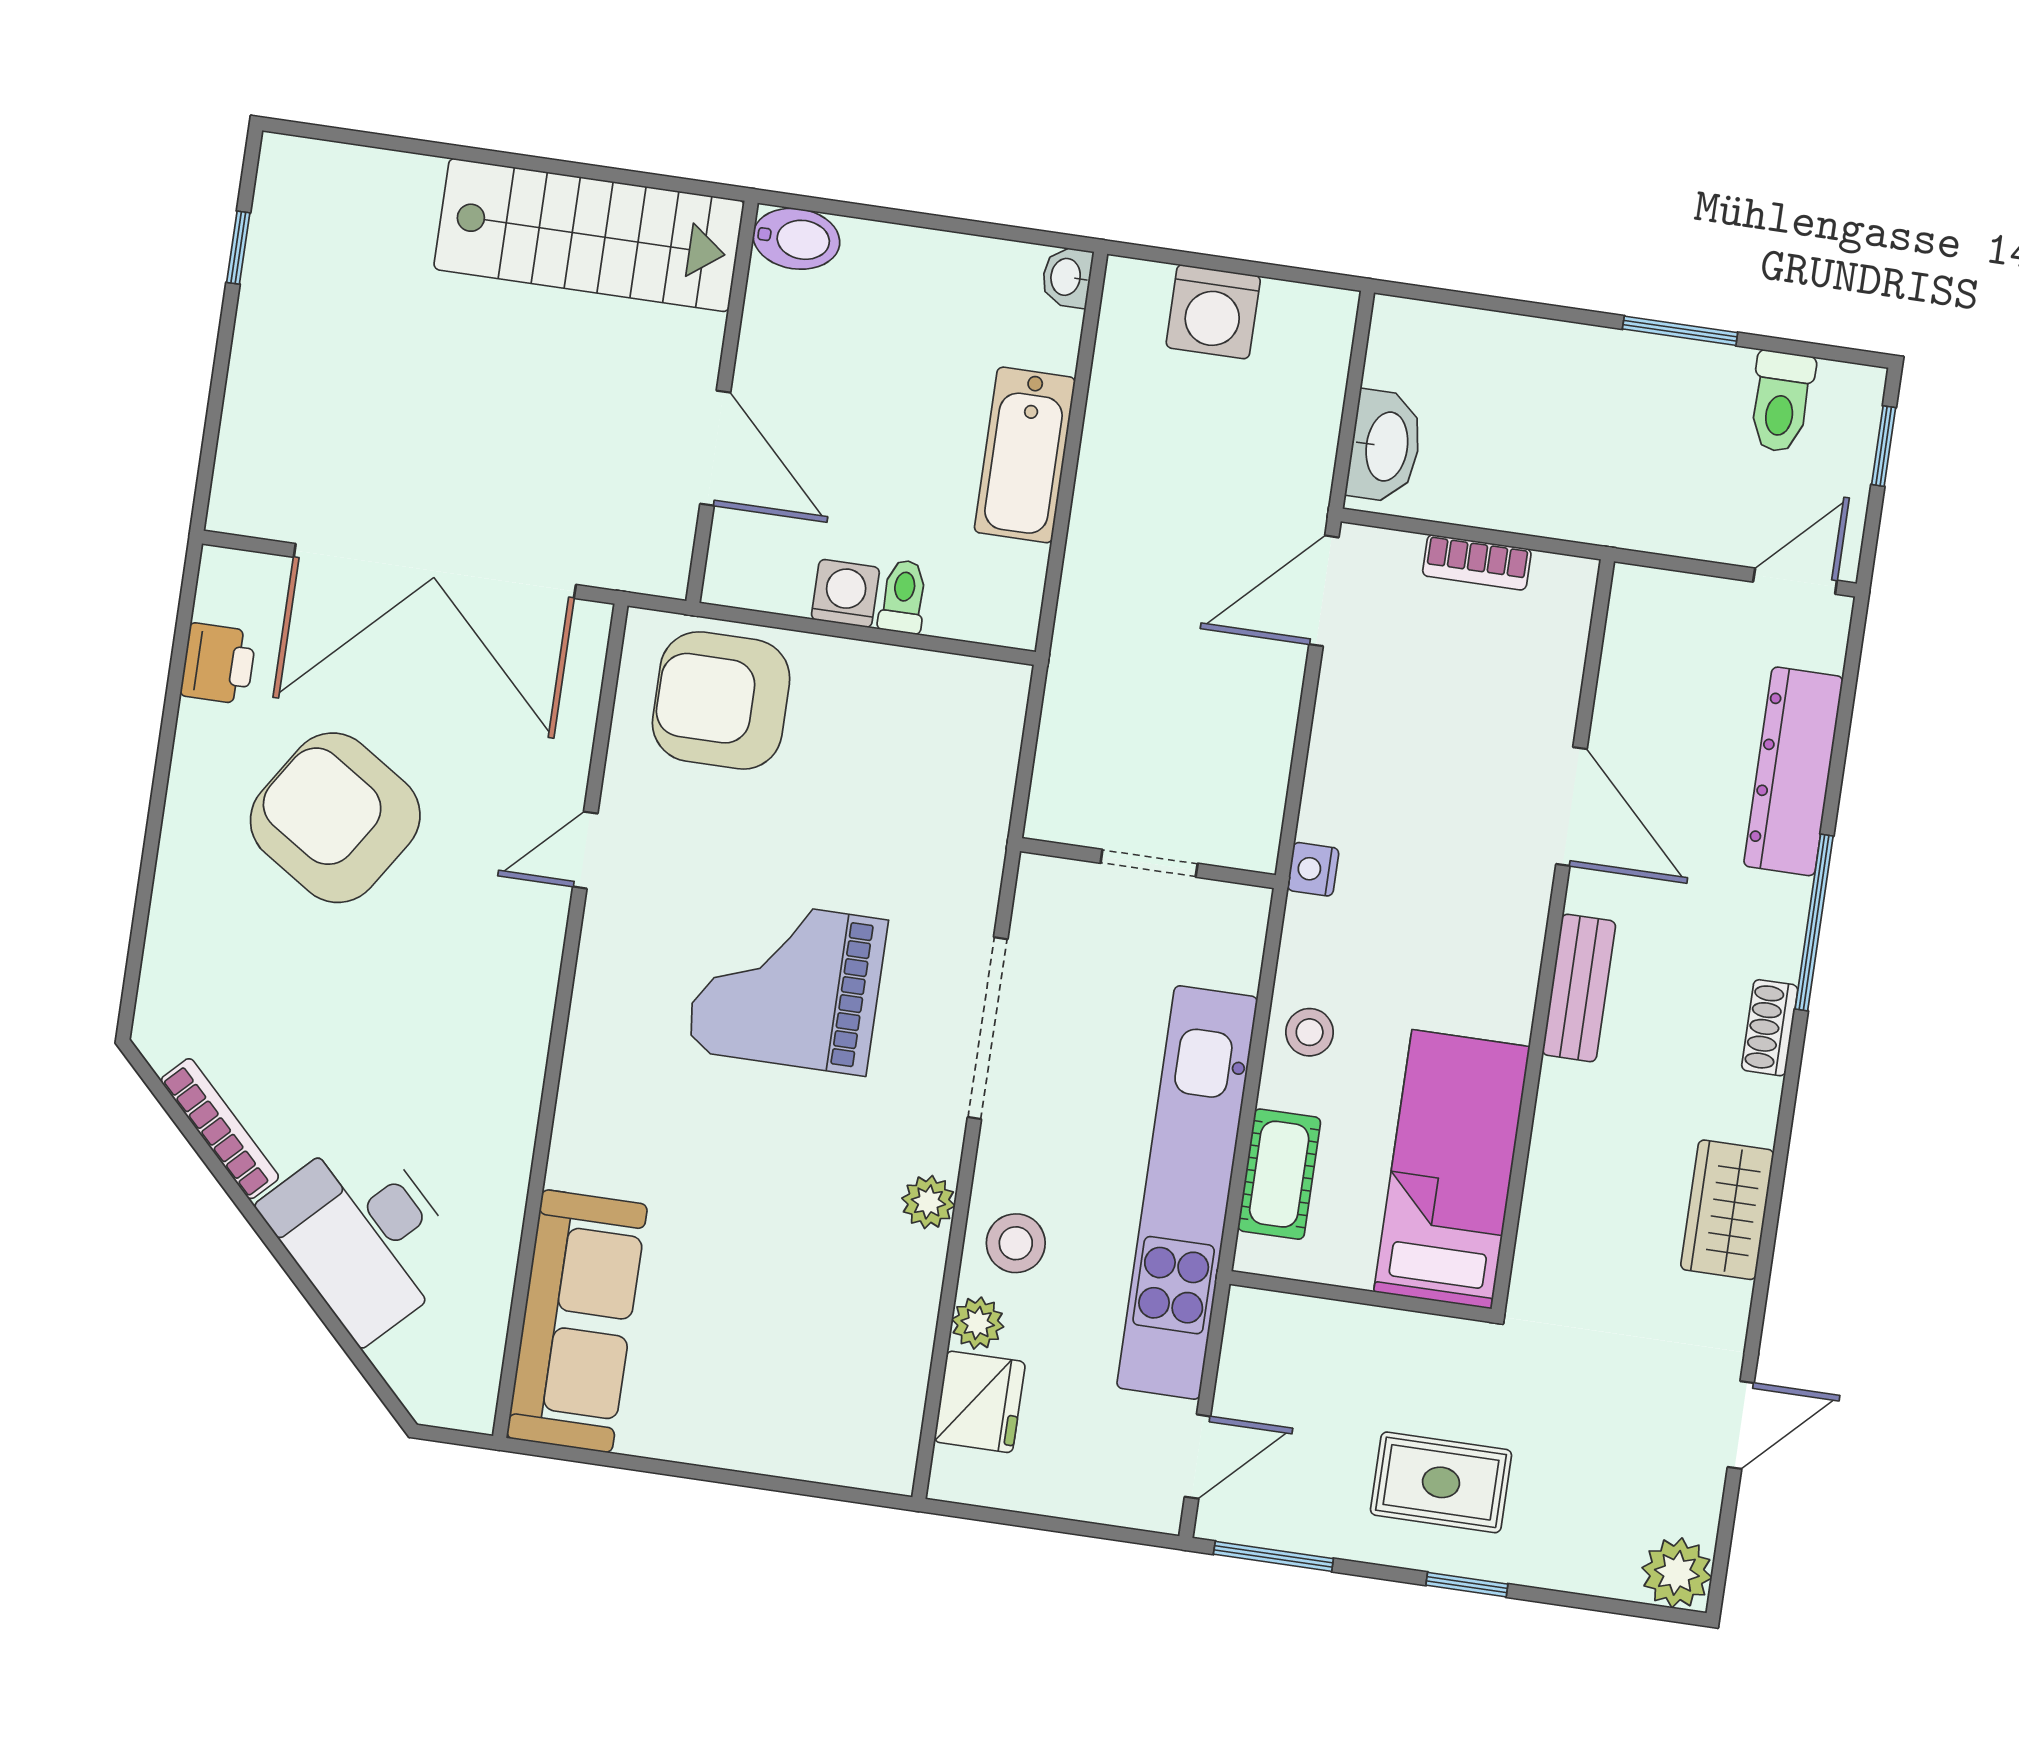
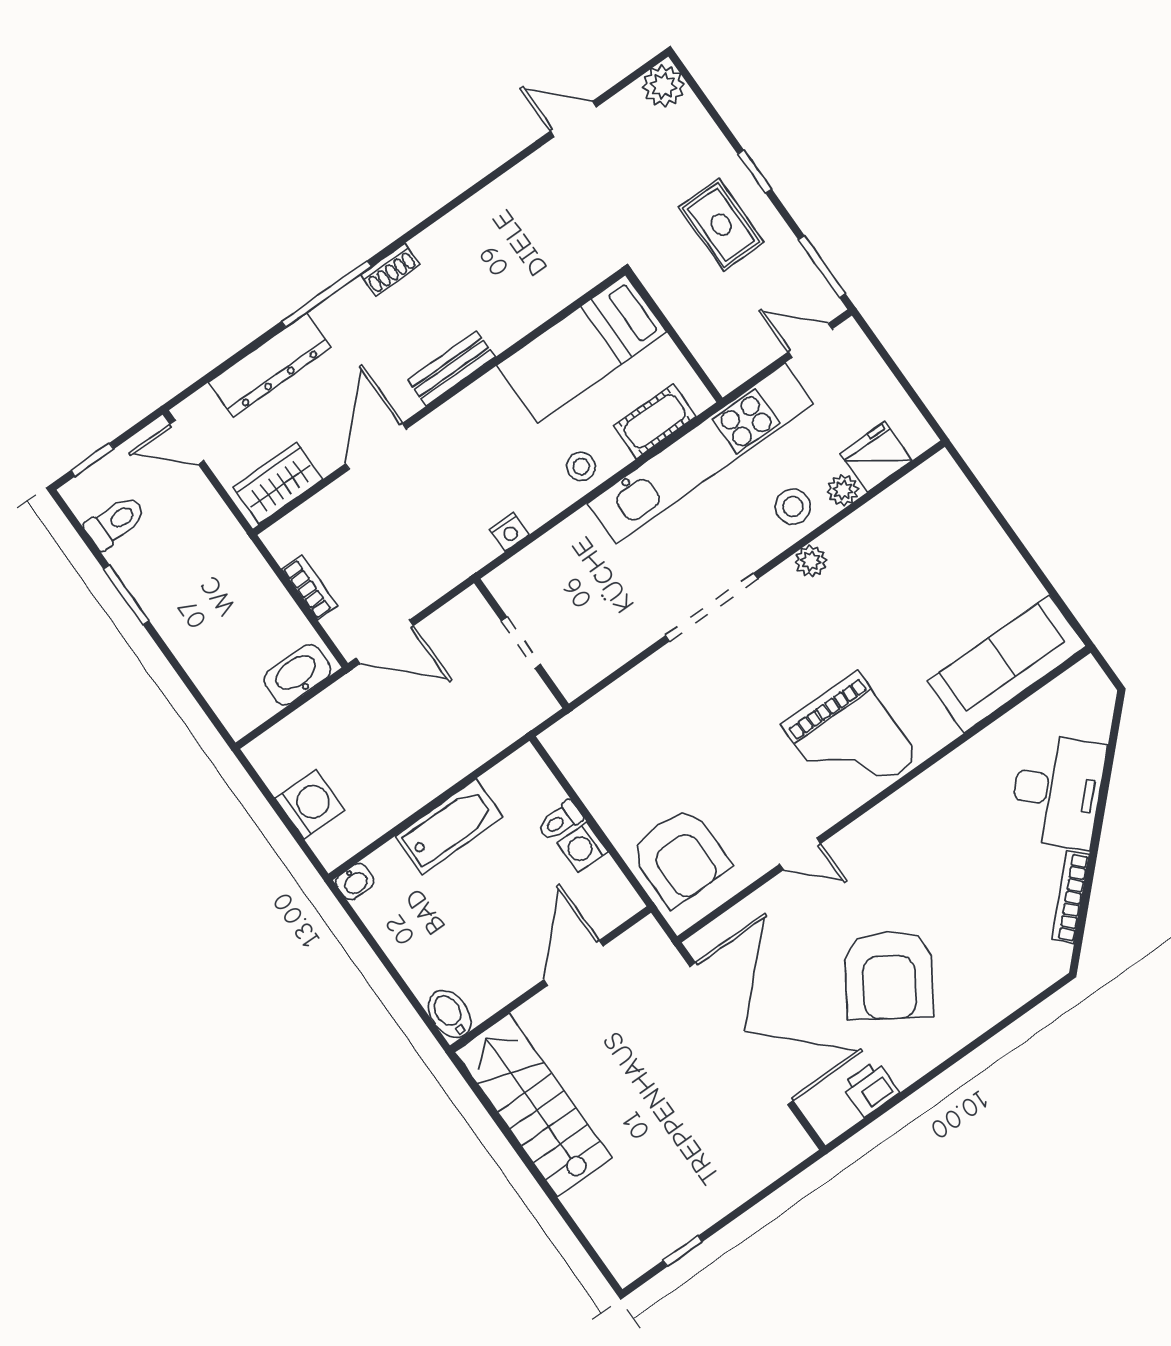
wall: (1148, 863) -> (521, 643), moved
doorway: (1149, 863) -> (521, 643), moved
grand piano: (787, 985) -> (850, 741), moved
wardrobe: (1727, 1210) -> (278, 483), moved, turned 180

